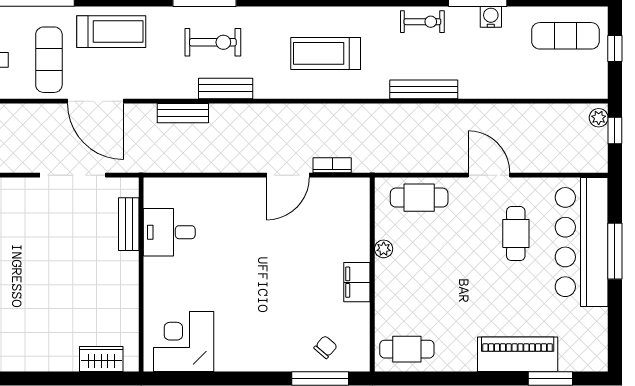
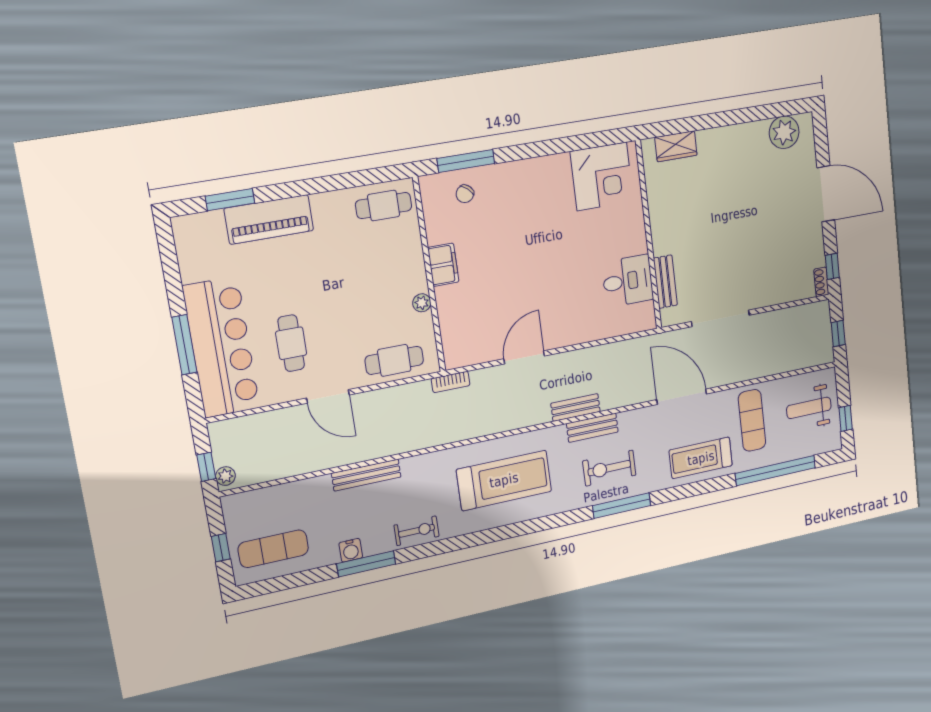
exercise bike: (422, 22) -> (417, 531), turned 180
treadmill: (326, 53) -> (504, 480), width x1.37, depth x1.38
bench: (424, 89) -> (366, 475), moved
door: (95, 101) -> (682, 397), moved
bench: (183, 113) -> (576, 407), moved
bookcase: (332, 165) -> (451, 382), moved

